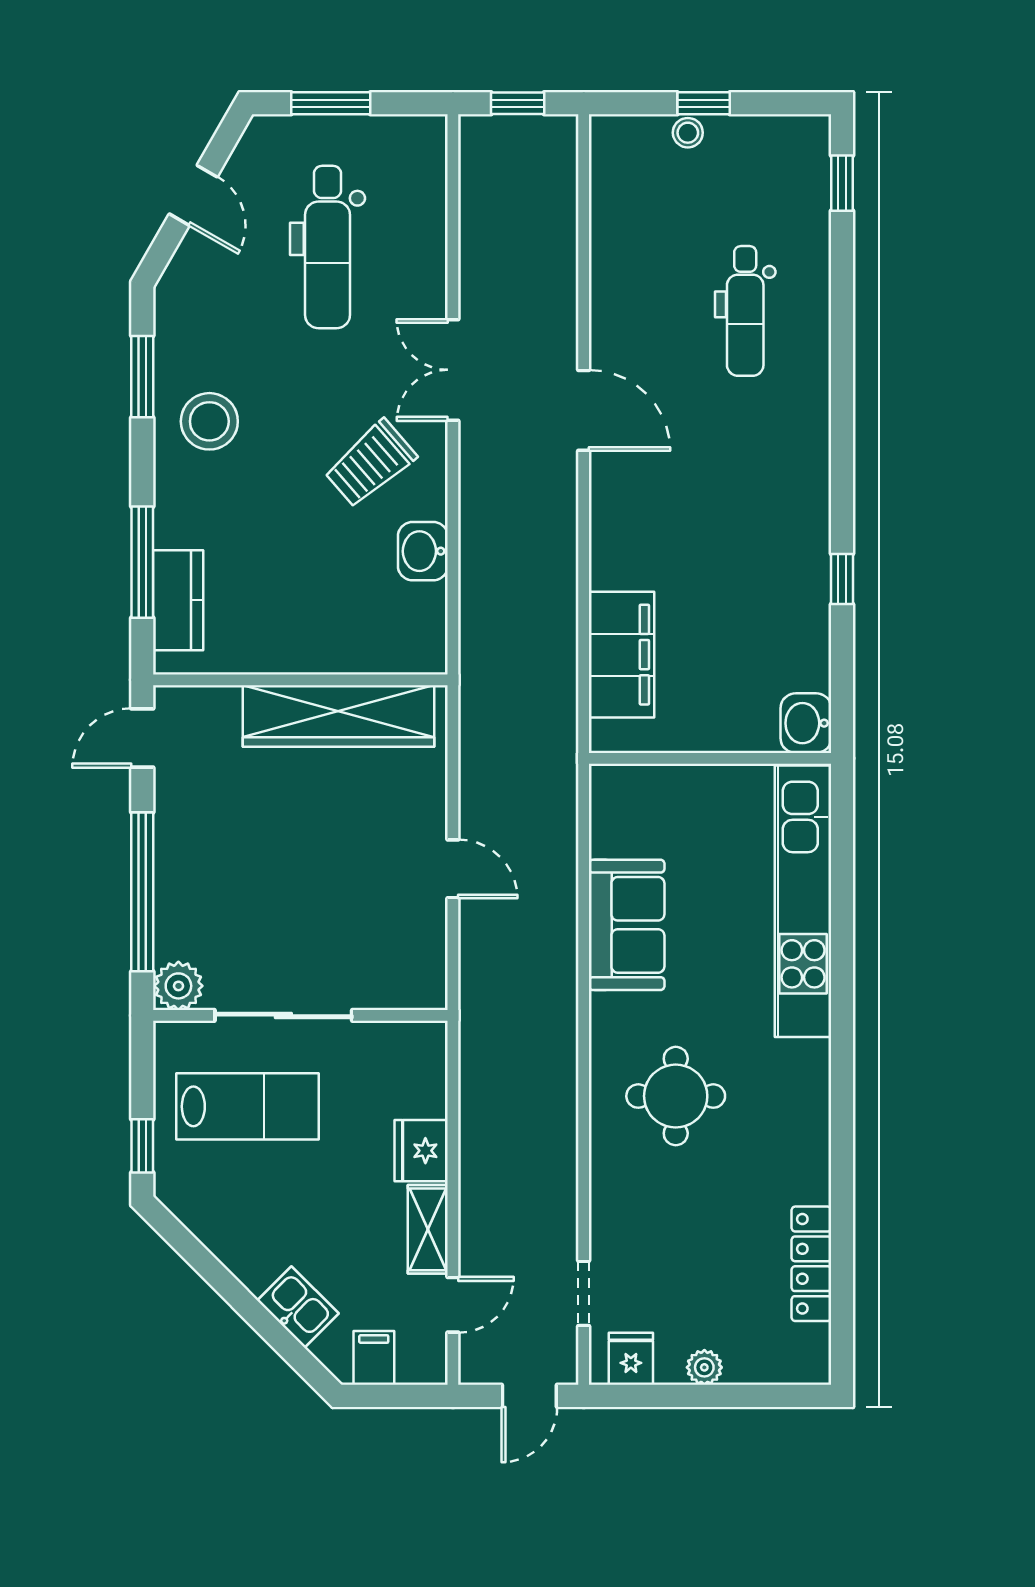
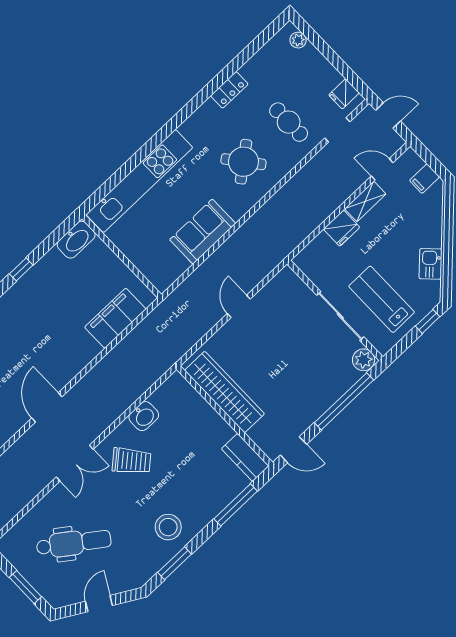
dental chair: (328, 247) -> (74, 543), turned 36
kitchen counter: (178, 600) -> (245, 457), moved, turned -90
washbasin: (806, 723) -> (76, 240), width x1.38
round table: (676, 1096) -> (243, 162), turned -38
cafe table: (670, 1228) -> (289, 122), added
locker: (811, 1264) -> (229, 90), moved, width x0.66
kitchen sink: (298, 1307) -> (431, 264), moved
plant: (704, 1367) -> (298, 40), moved

